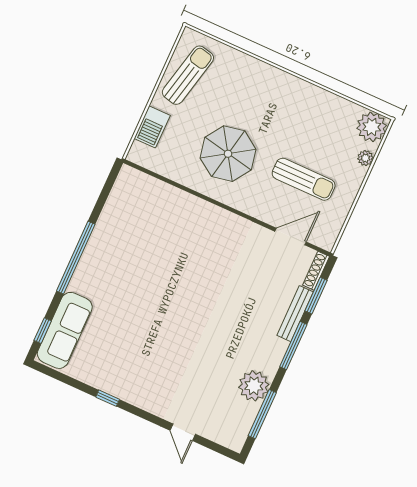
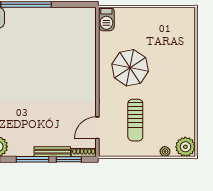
sun lounger: (188, 75) -> (166, 22), removed
barbecue: (152, 127) -> (106, 19), moved, turned -90
door: (290, 237) -> (97, 128), swing flipped

